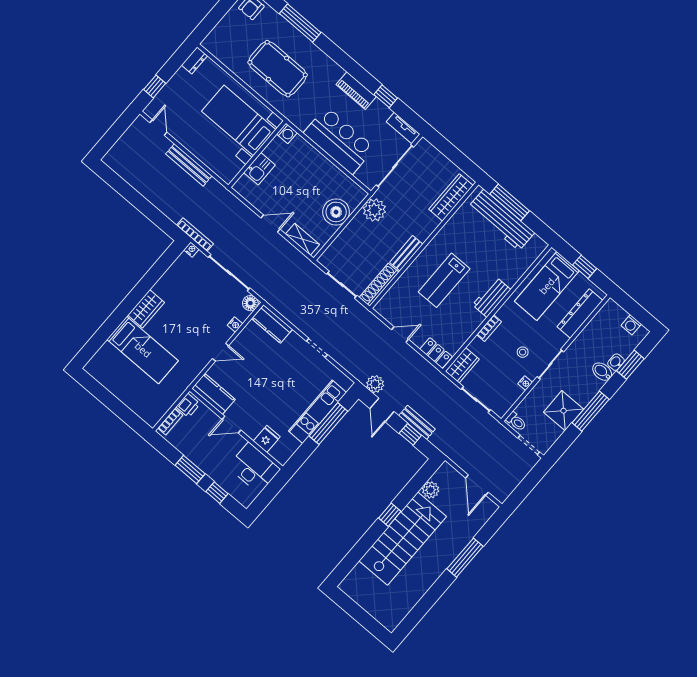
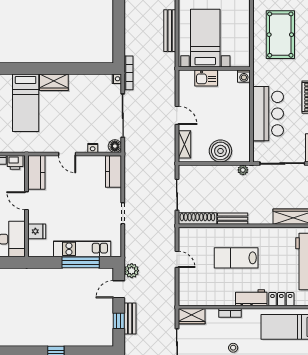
bed with nightstands: (239, 120) -> (205, 38), moved
plant: (374, 210) -> (243, 170), width x0.53, depth x0.53
locker: (436, 353) -> (281, 299), moved, turned -90

